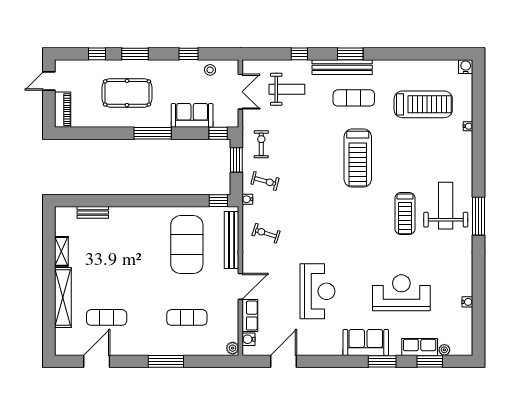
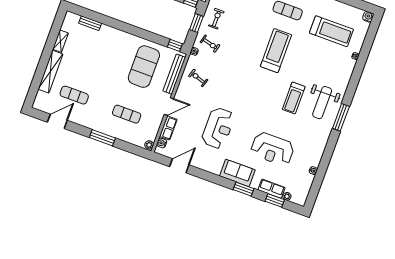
treadmill: (358, 158) -> (276, 51), turned 180
weight bench: (446, 206) -> (322, 103), turned 180
reception desk: (401, 293) -> (272, 149), turned 180

